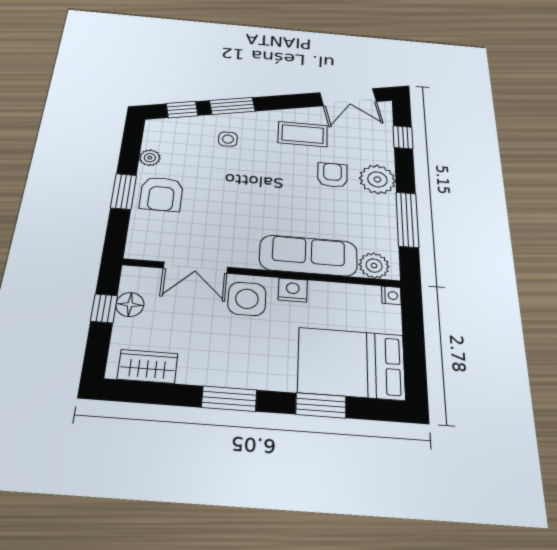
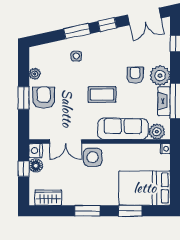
window: (182, 110) -> (107, 25), moved
coffee table: (303, 134) -> (102, 95), moved
armchair: (161, 194) -> (44, 98), turned 180
fireplace: (386, 218) -> (164, 101), added
nightstand: (293, 290) -> (36, 151), moved, turned -90

